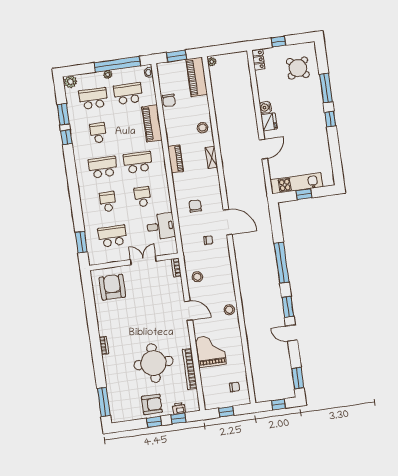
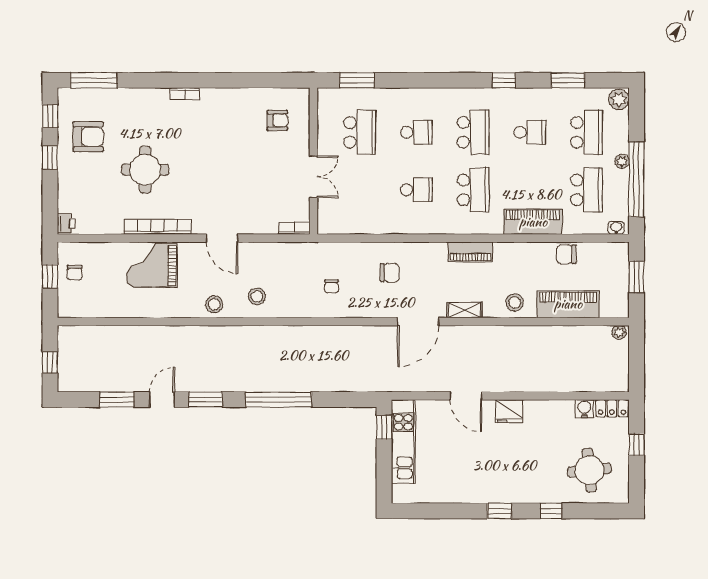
round table: (298, 68) -> (589, 470), turned 37
piano: (197, 77) -> (568, 304), moved
window: (326, 88) -> (551, 511), width x0.46
water cooler: (265, 107) -> (584, 409), moved
window: (66, 137) -> (504, 80), moved
window: (304, 194) -> (384, 427), moved
door: (228, 222) -> (418, 322), moved
desk: (161, 226) -> (365, 213), removed
stool: (197, 277) -> (257, 296), moved
armchair: (112, 287) -> (277, 120), width x0.53, depth x0.53
door: (188, 311) -> (222, 238), hinge flipped
grand piano: (211, 351) -> (152, 265), turned 180
round table: (153, 363) -> (145, 170), width x0.73, depth x0.73
bookcase: (190, 369) -> (158, 227), moved
window: (298, 378) -> (117, 400), moved
chair: (235, 387) -> (75, 273), moved
armchair: (152, 404) -> (88, 137), moved, turned -90
printer: (179, 408) -> (66, 223), moved
window: (178, 418) -> (50, 116), moved

